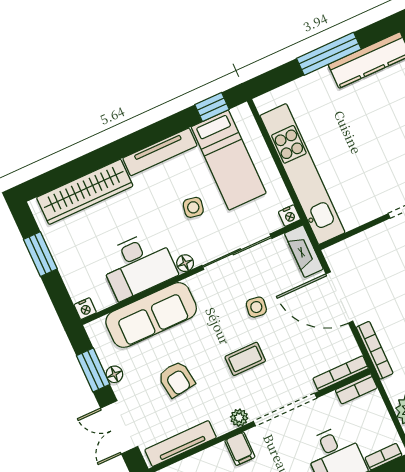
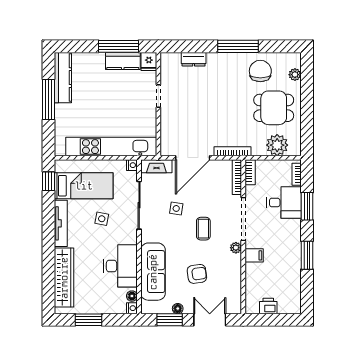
floor lamp: (185, 263) -> (132, 296), moved
double door: (119, 427) -> (210, 320), swing flipped
tv unit: (181, 444) -> (235, 289), removed

